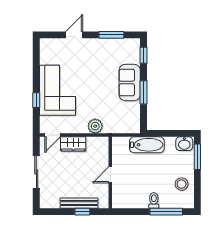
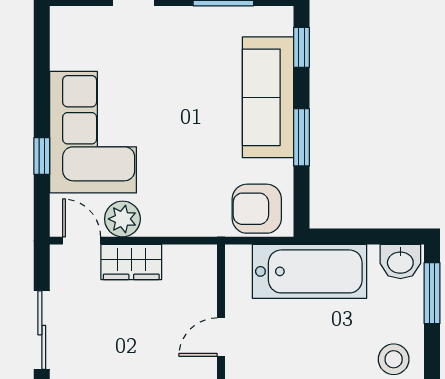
sofa: (130, 82) -> (268, 97), width x1.36
armchair: (125, 122) -> (257, 209), added
plant: (95, 126) -> (122, 219), moved
door: (53, 135) -> (82, 241), swing flipped
bathtub: (147, 145) -> (310, 271), width x1.36, depth x1.36

